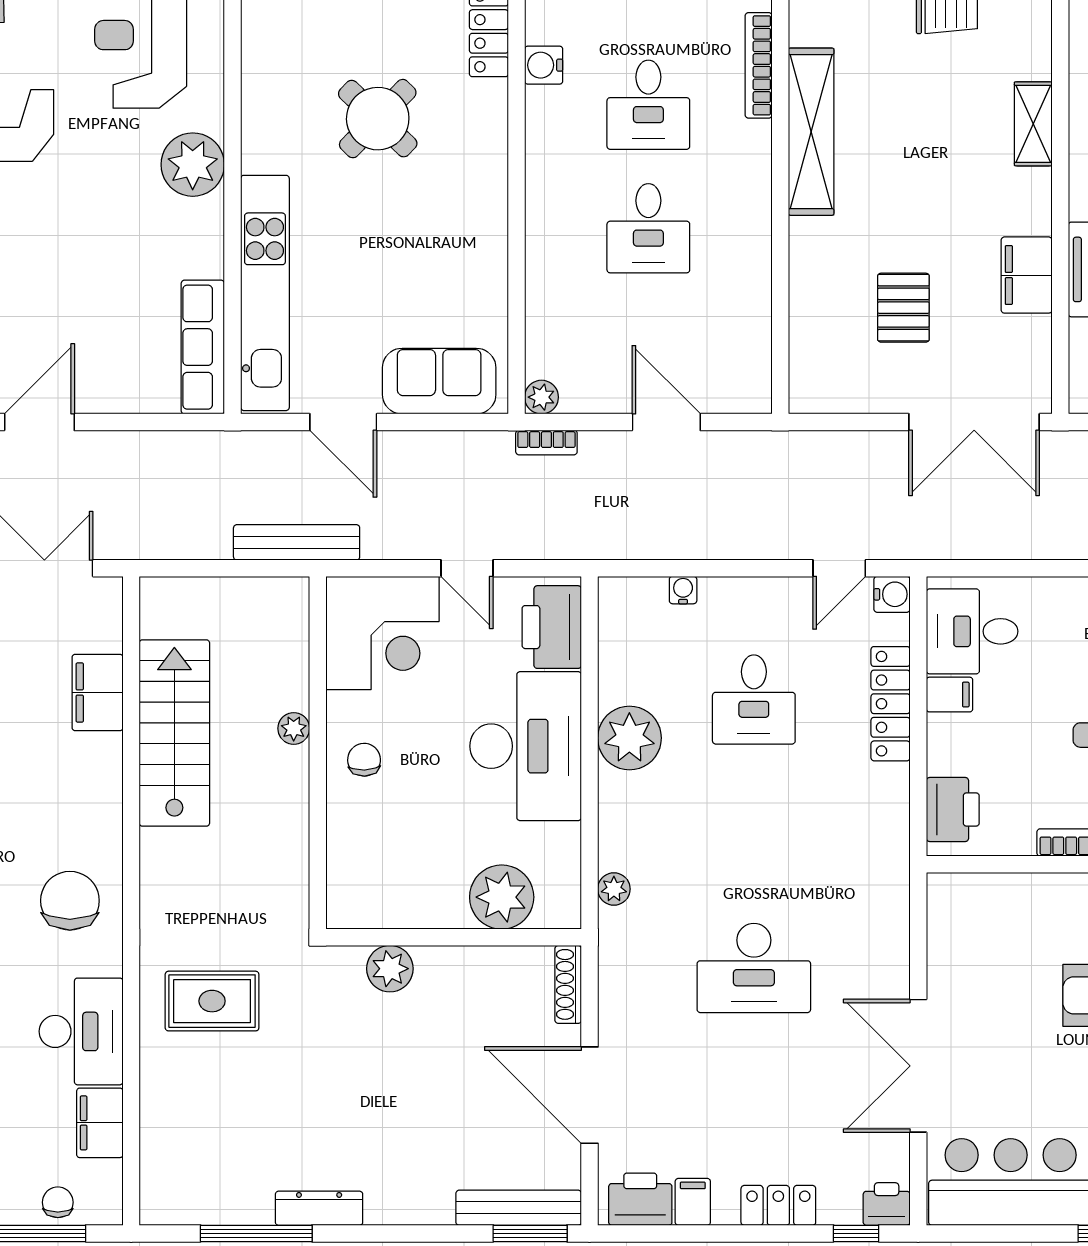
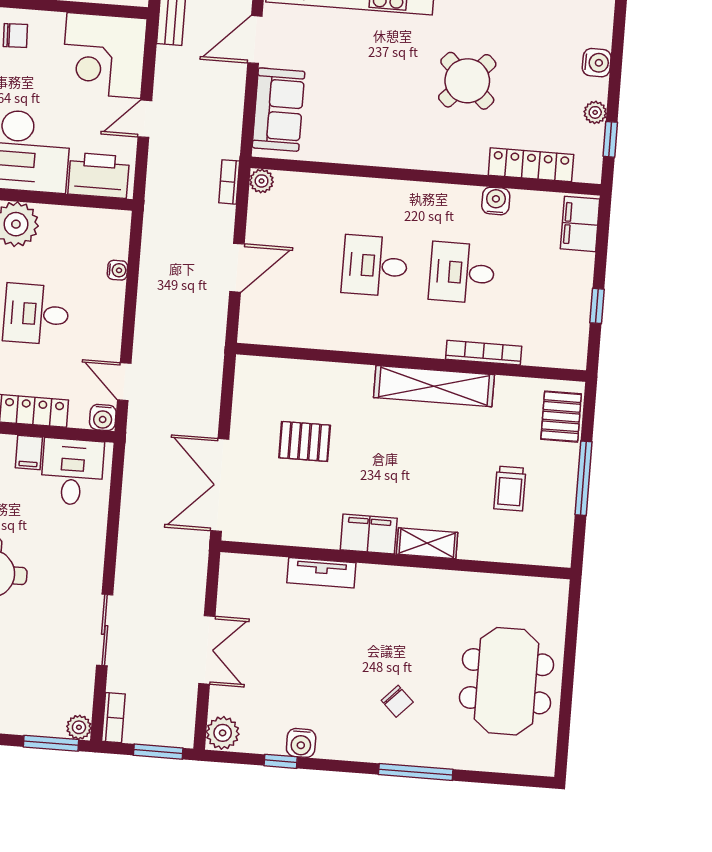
filing cabinet: (1027, 275) -> (369, 534), moved

